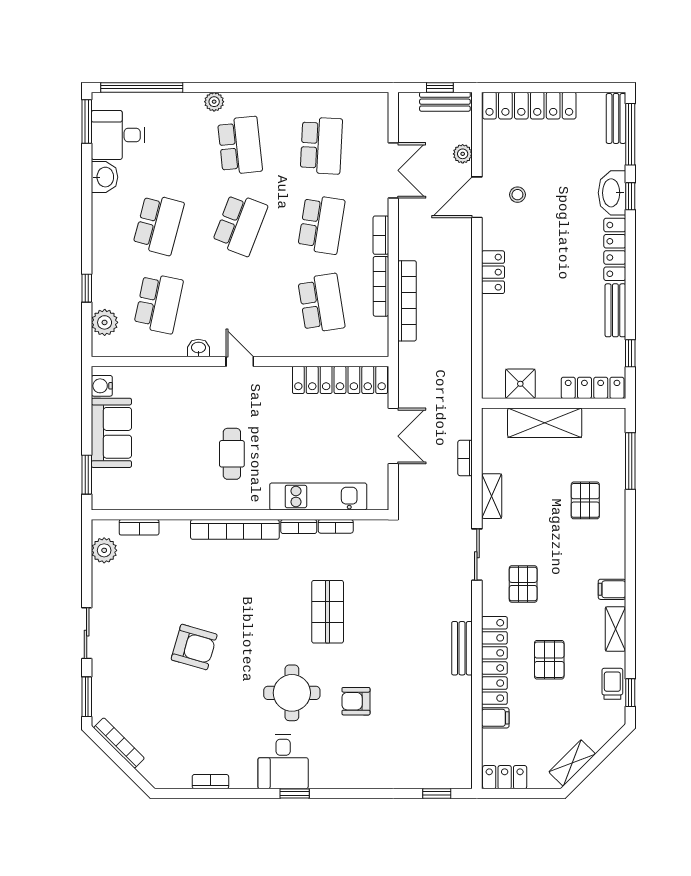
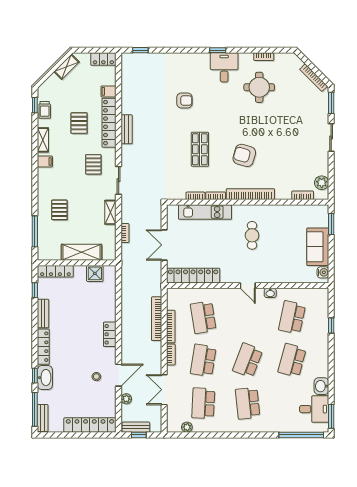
plant: (214, 102) -> (187, 427), moved
plant: (105, 322) -> (321, 307), removed
armchair: (194, 647) -> (244, 155), moved
round table: (292, 693) -> (259, 87), moved

